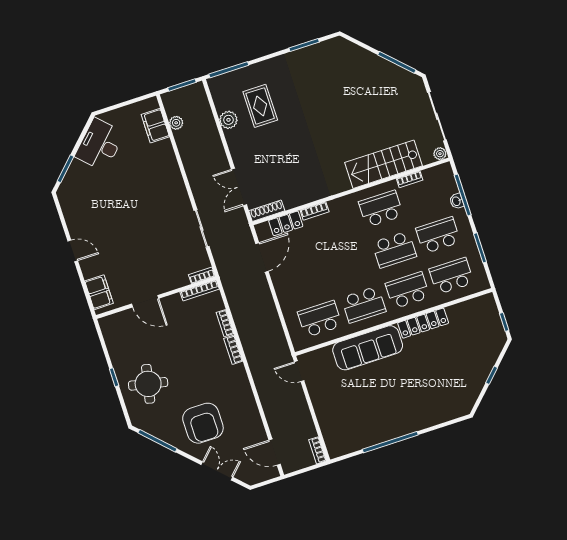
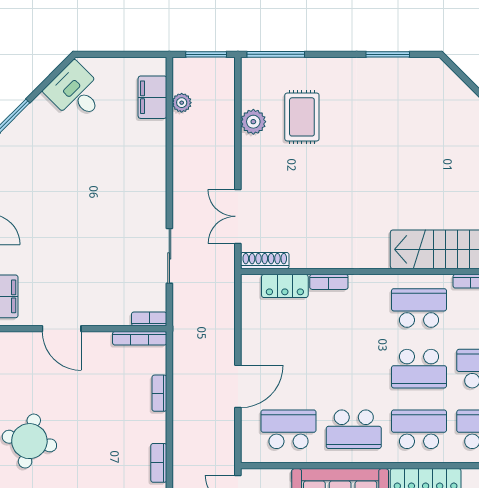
desk: (100, 145) -> (76, 92), width x0.73
door: (262, 257) -> (238, 386), moved
bookcase: (233, 350) -> (159, 463), moved

